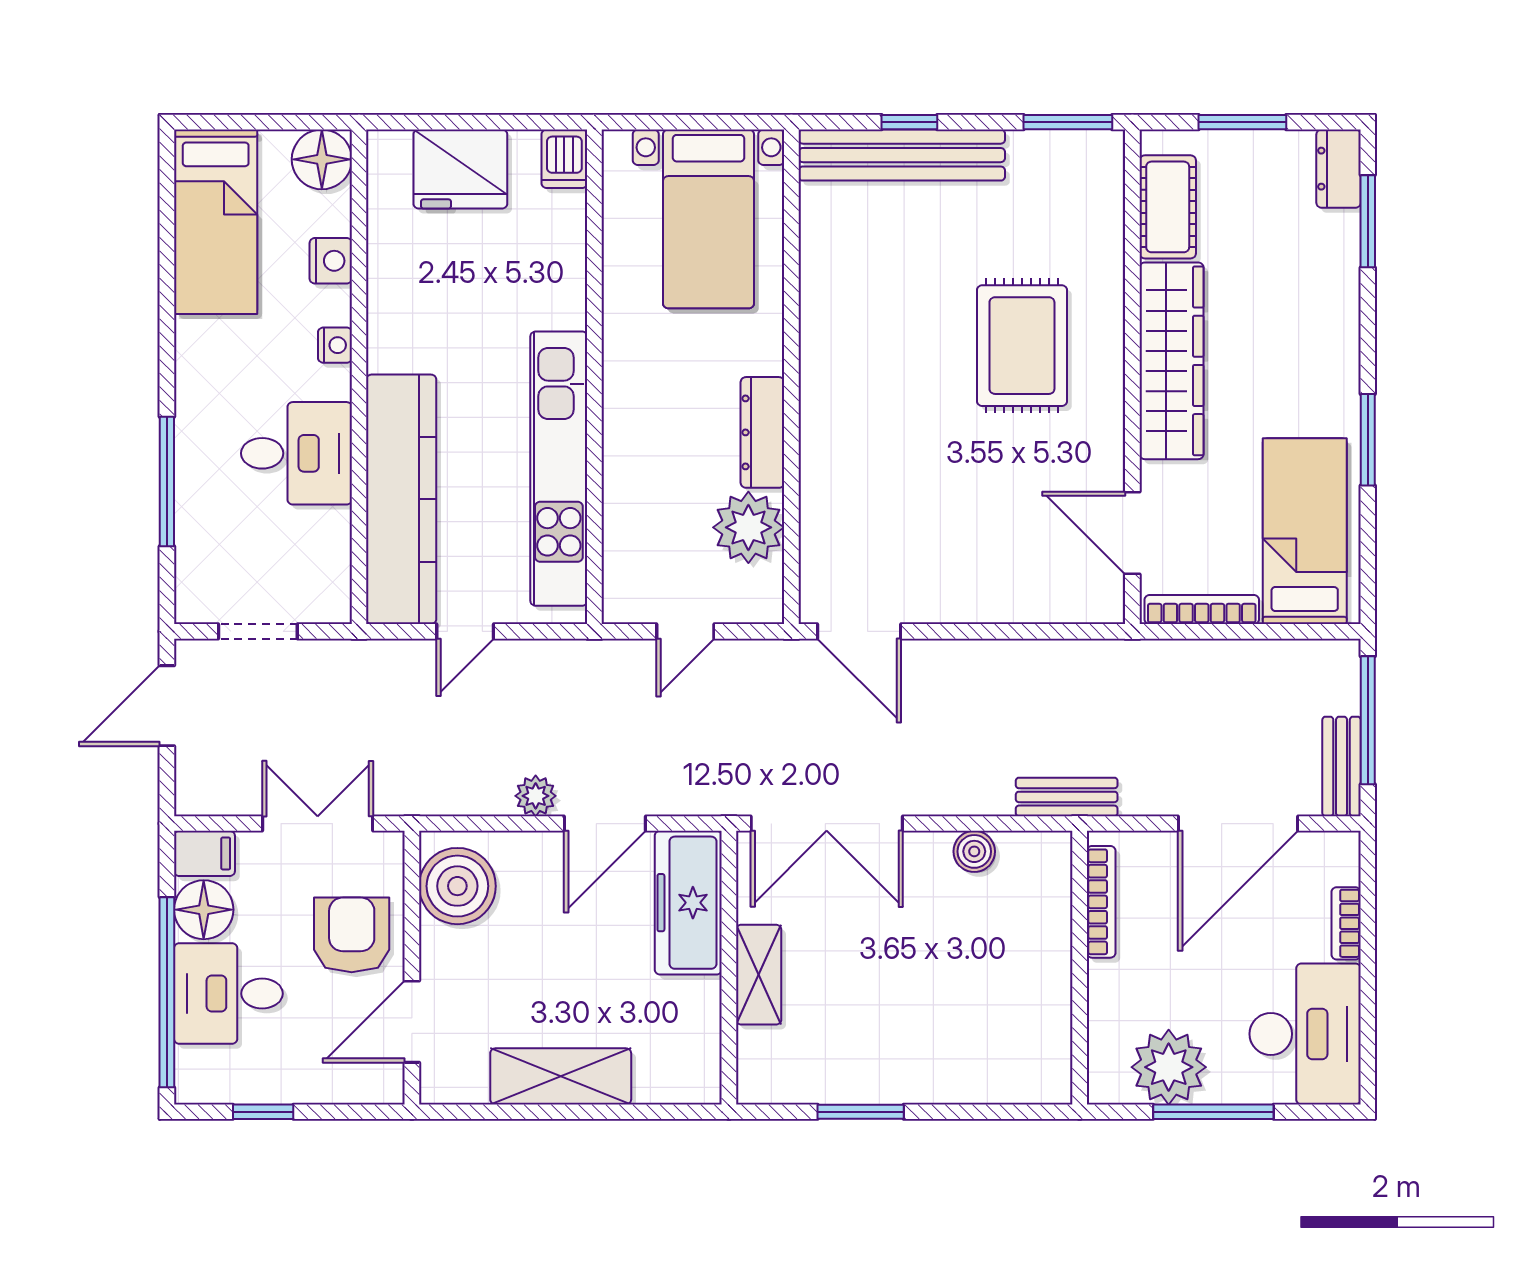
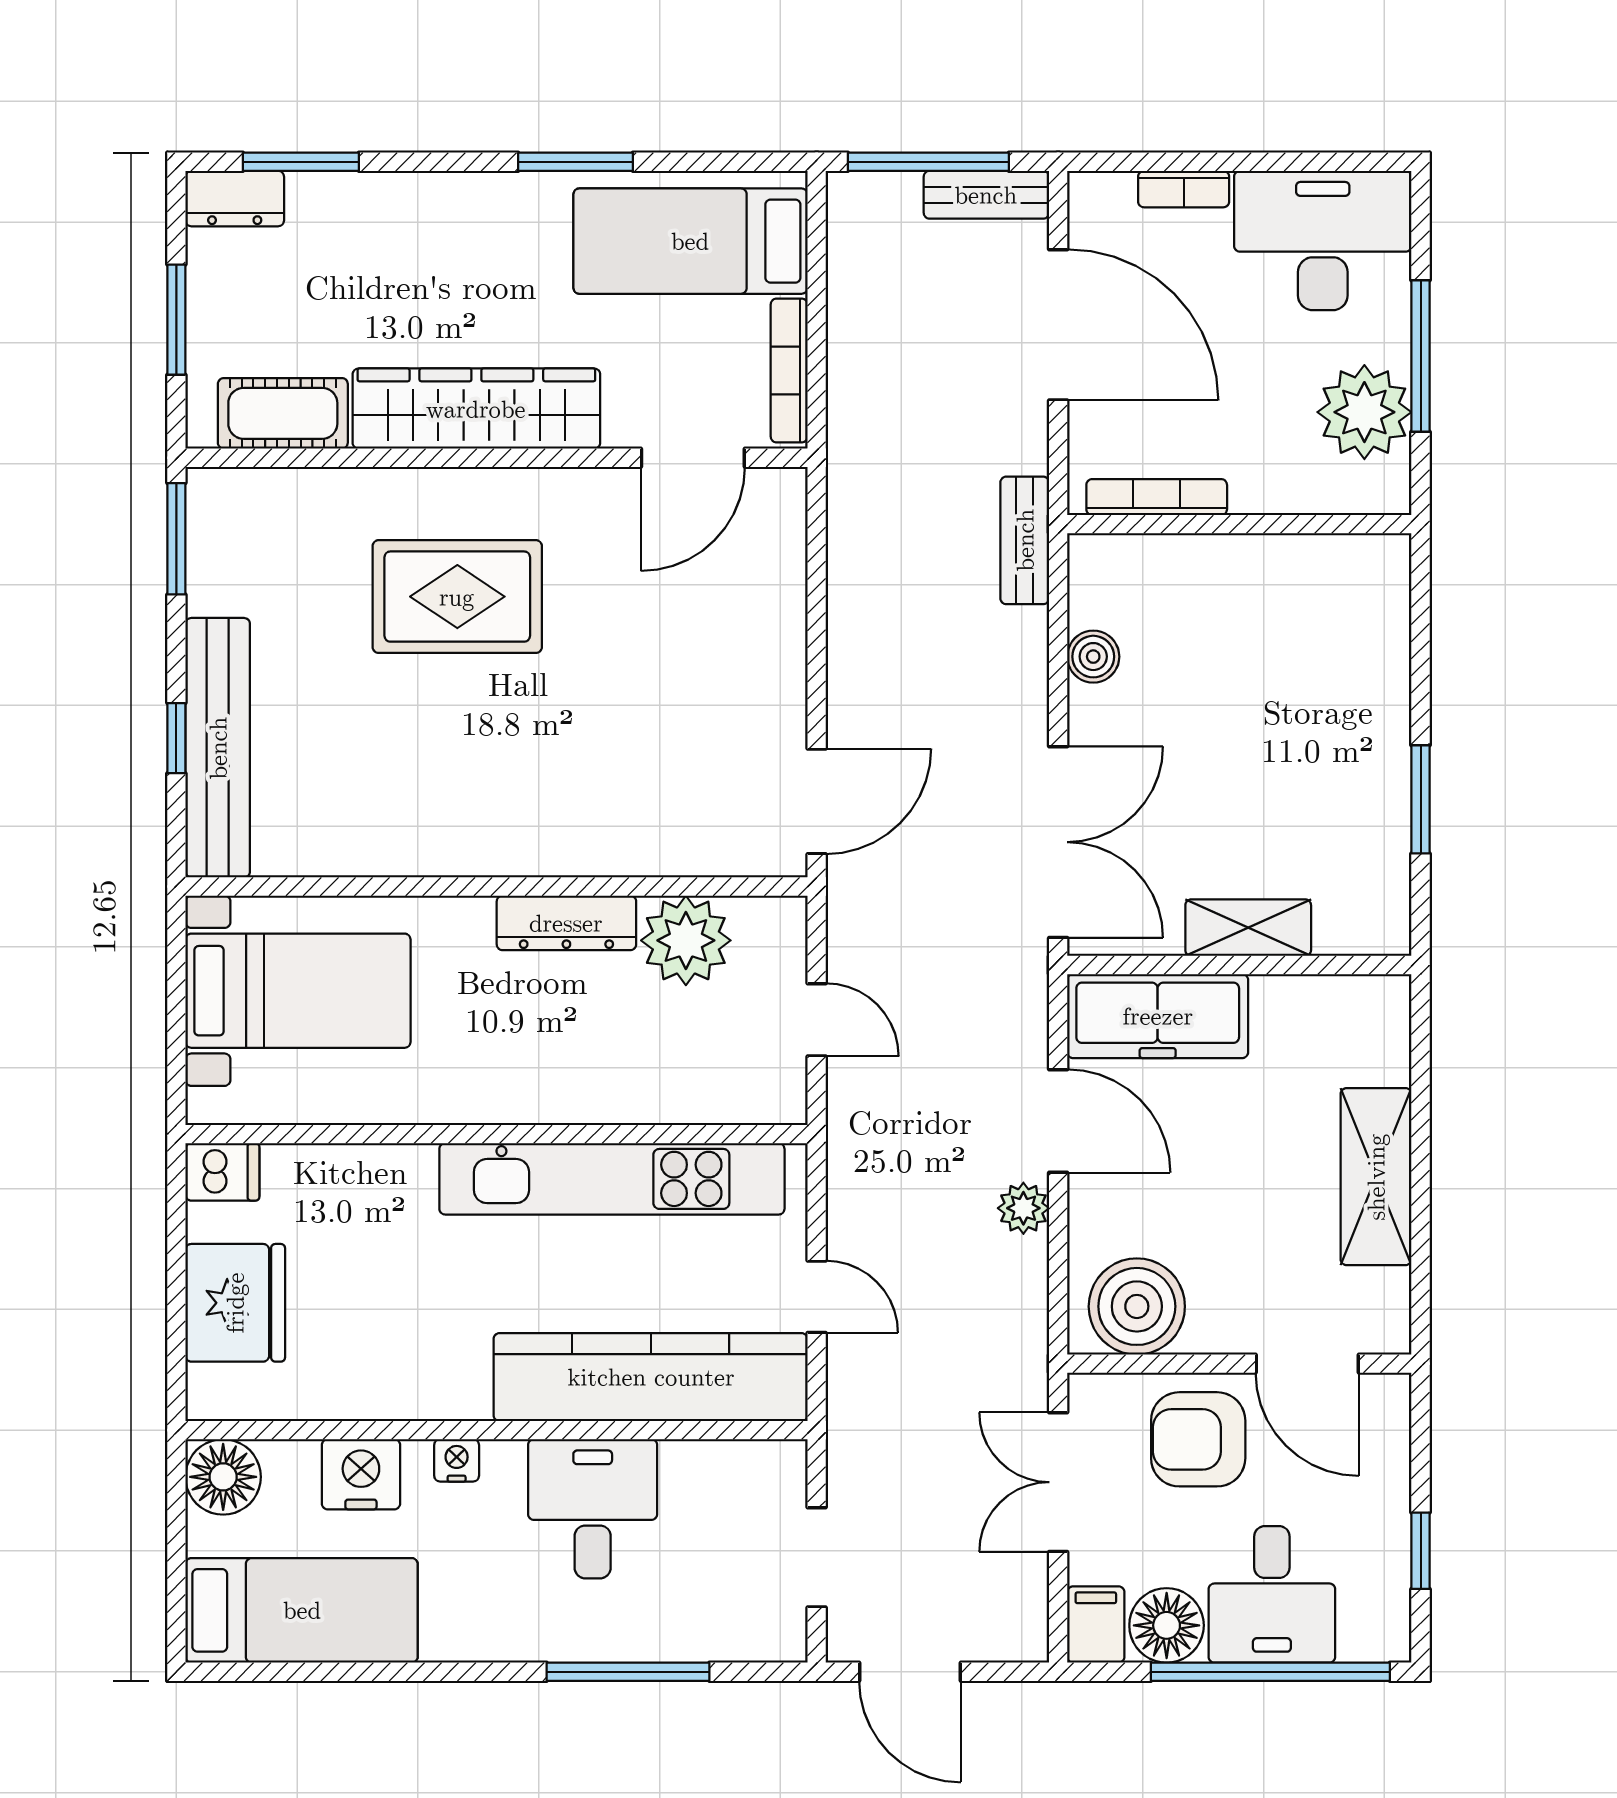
nightstand: (331, 261) -> (361, 1474), width x1.36, depth x1.33

